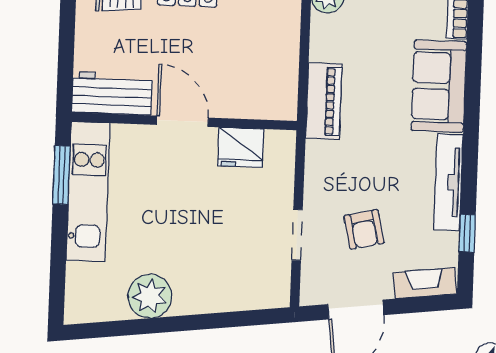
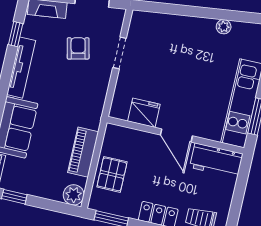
pallet: (273, 40) -> (112, 174), added
piano: (324, 101) -> (83, 152), moved
plant: (150, 296) -> (224, 27), width x0.53, depth x0.53

